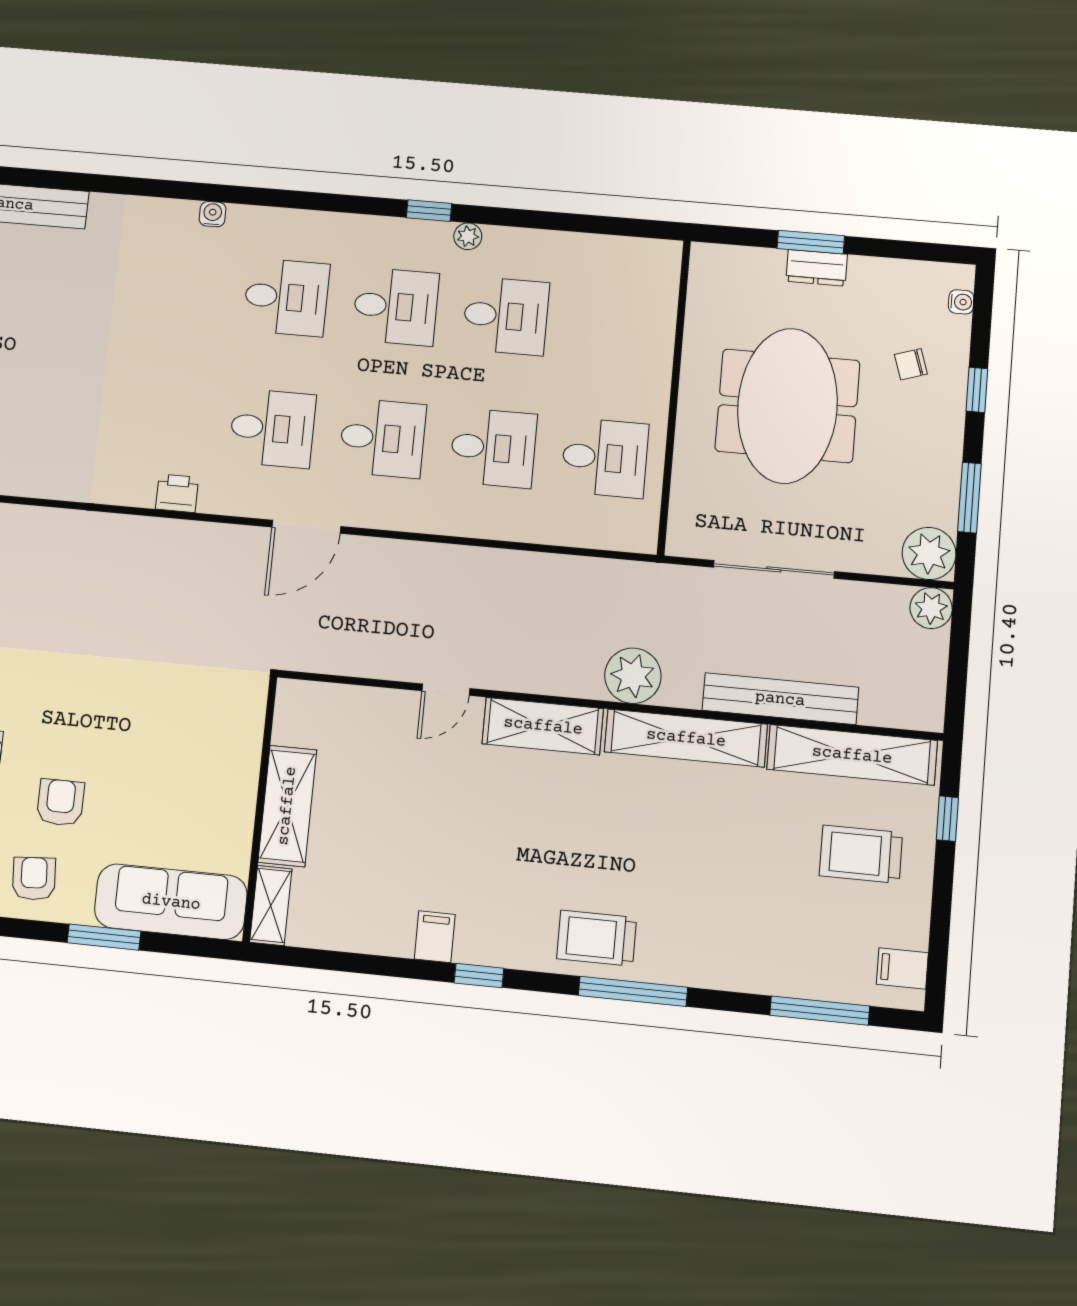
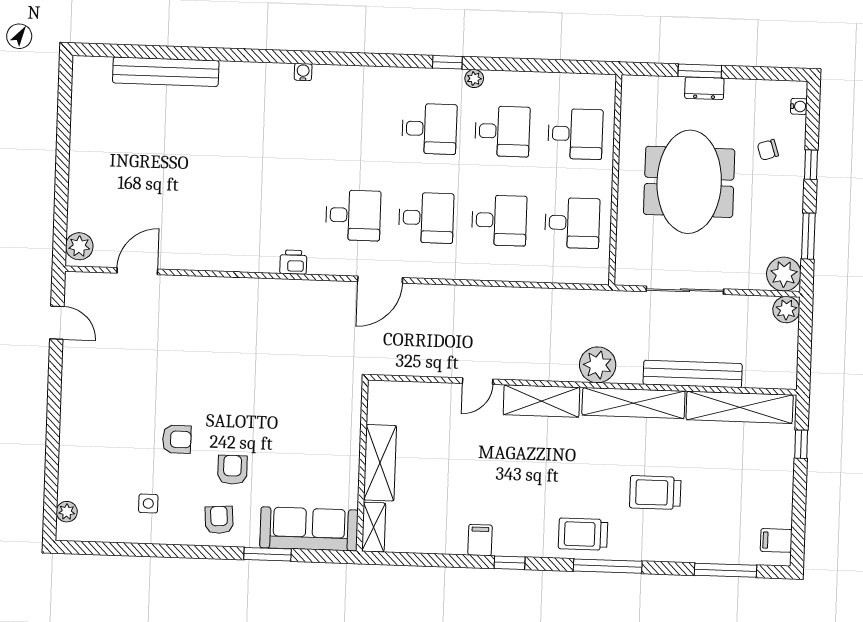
desk: (286, 297) -> (575, 134), moved
trolley: (861, 854) -> (655, 493), moved

